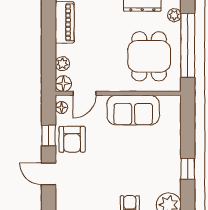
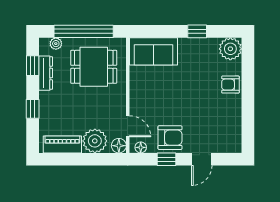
plant: (62, 64) -> (95, 141), width x1.87, depth x1.87
sofa: (133, 110) -> (153, 51), moved, turned 90

